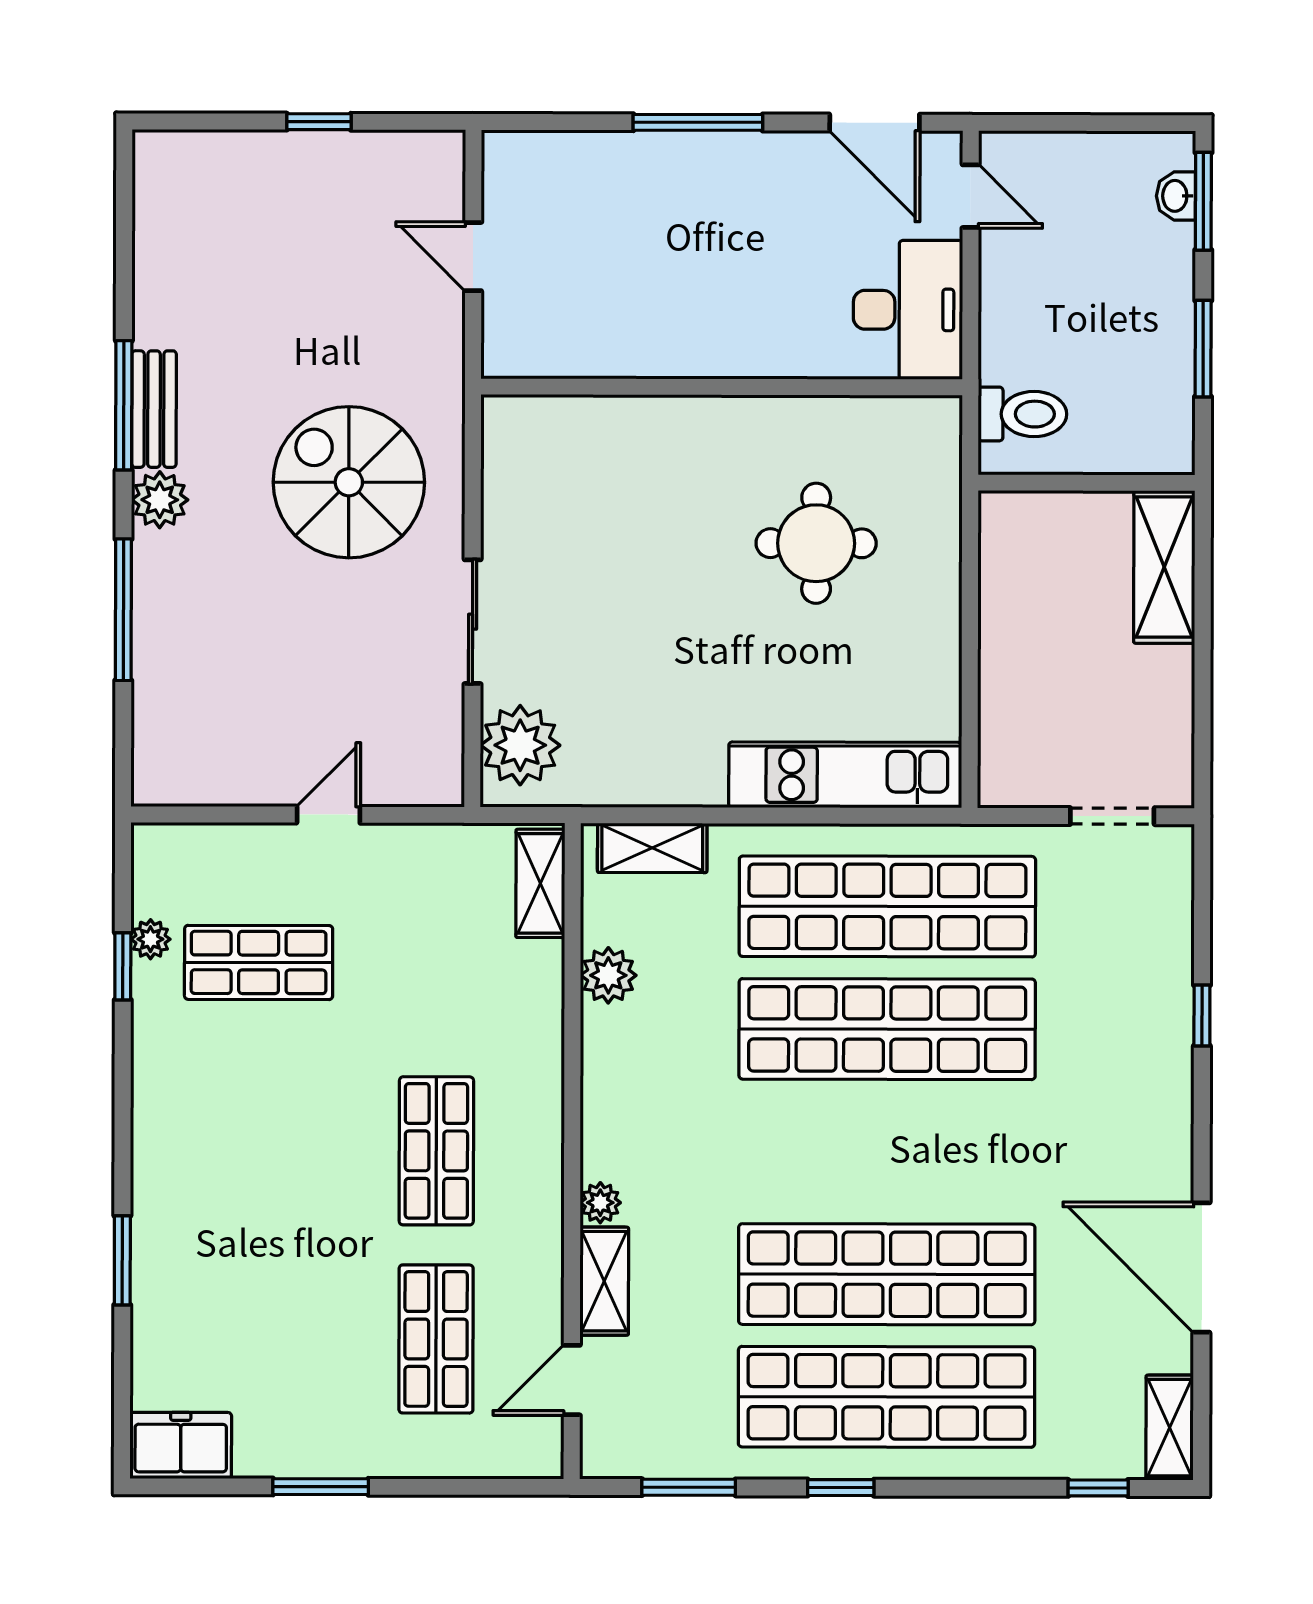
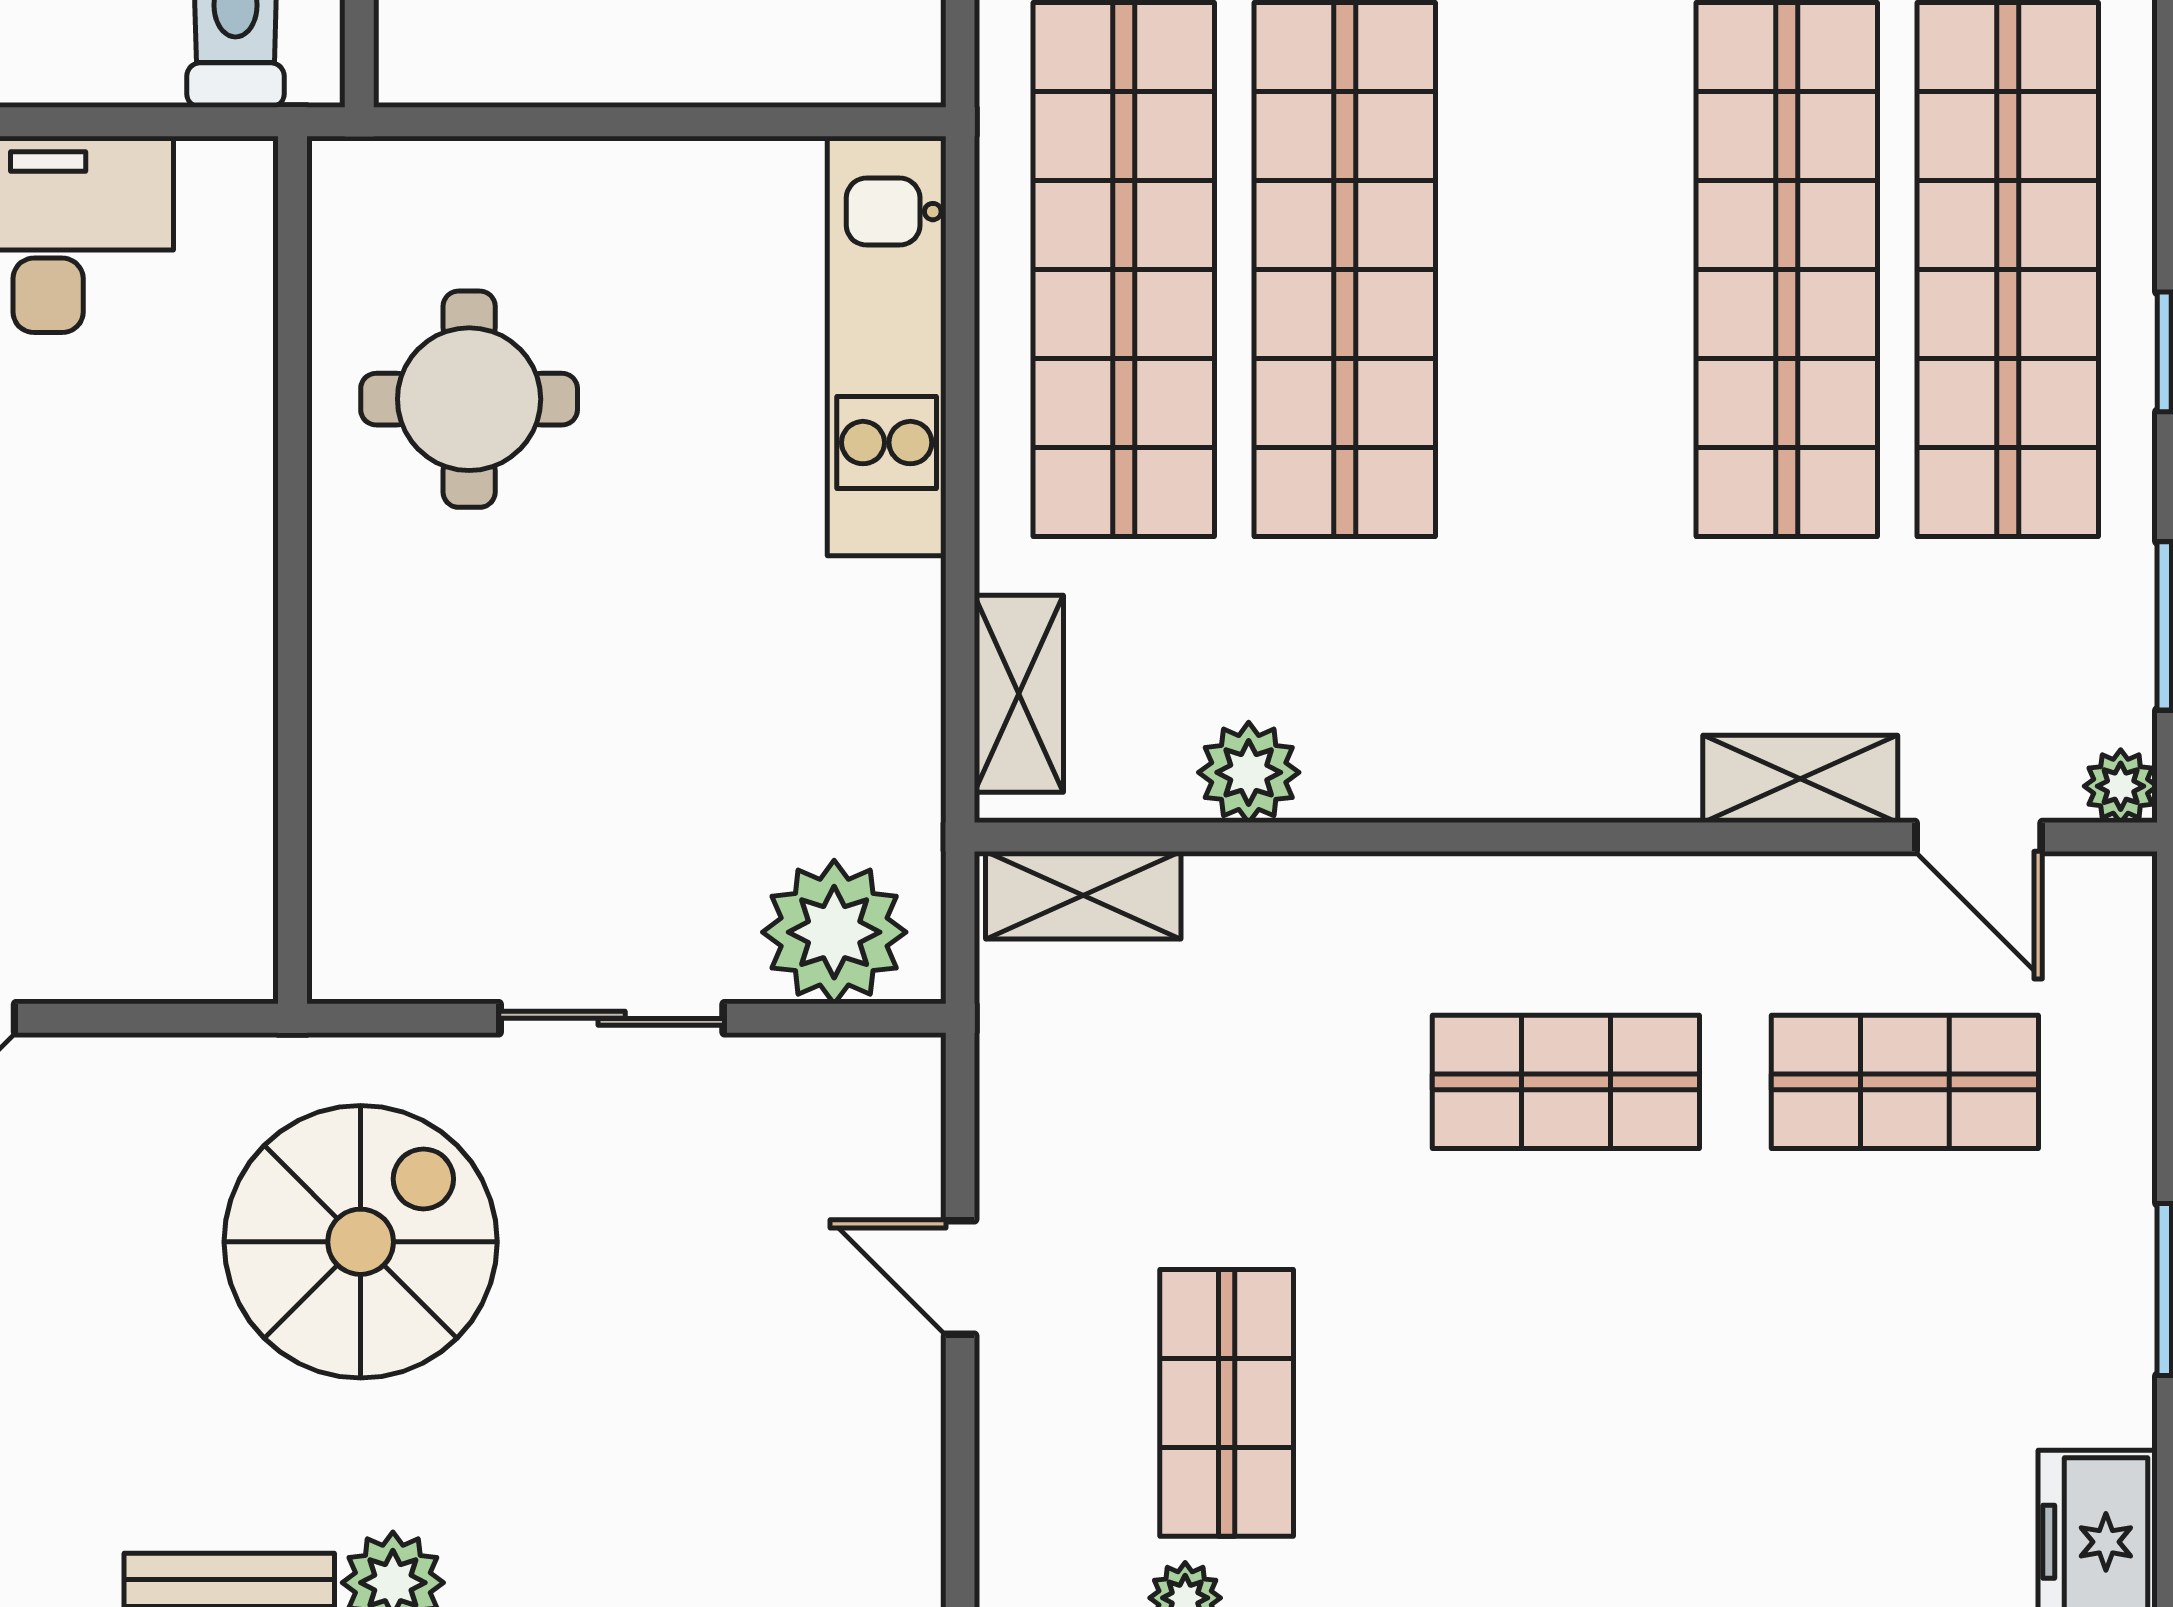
wall: (722, 387) -> (292, 570), moved
spiral stairs: (349, 482) -> (361, 1242), turned 180
plant: (600, 1203) -> (2121, 786), moved

